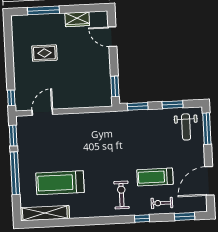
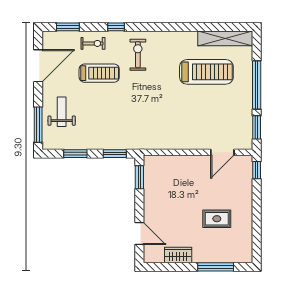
weight bench: (186, 127) -> (62, 112), moved
exercise bike: (122, 195) -> (138, 55), turned 180

